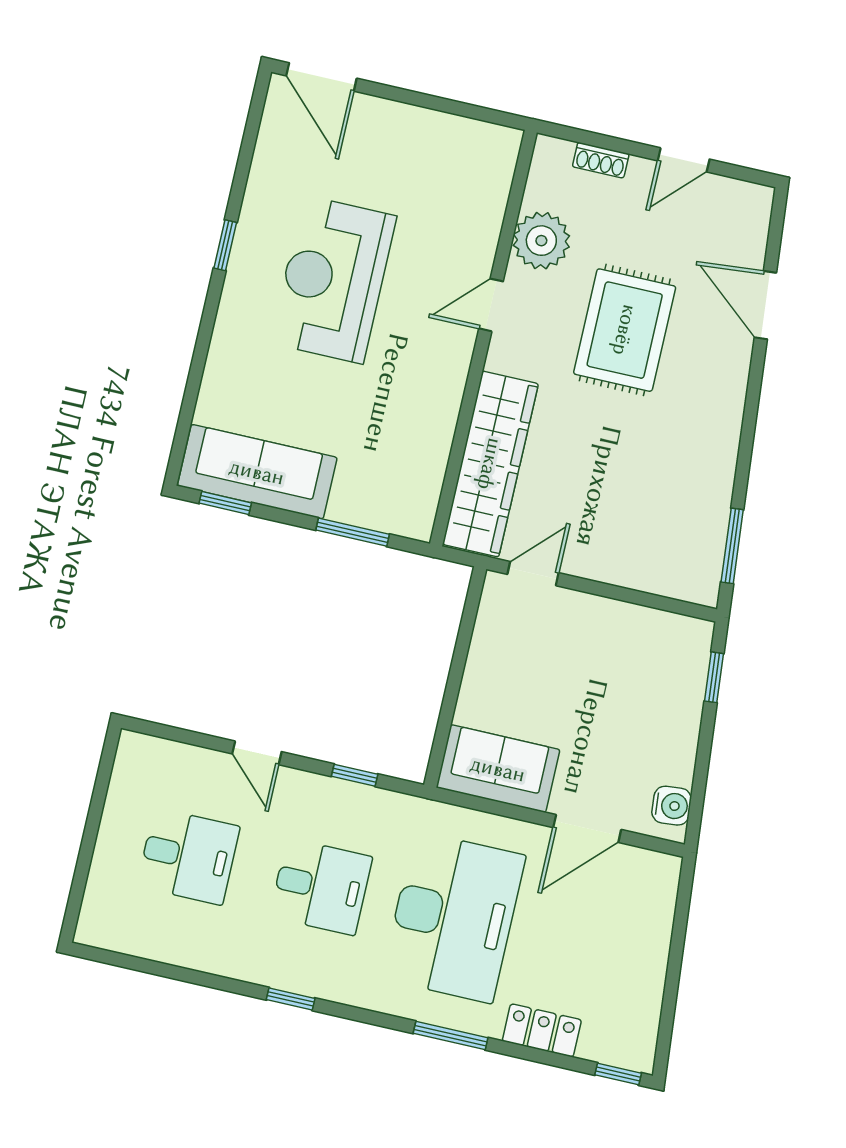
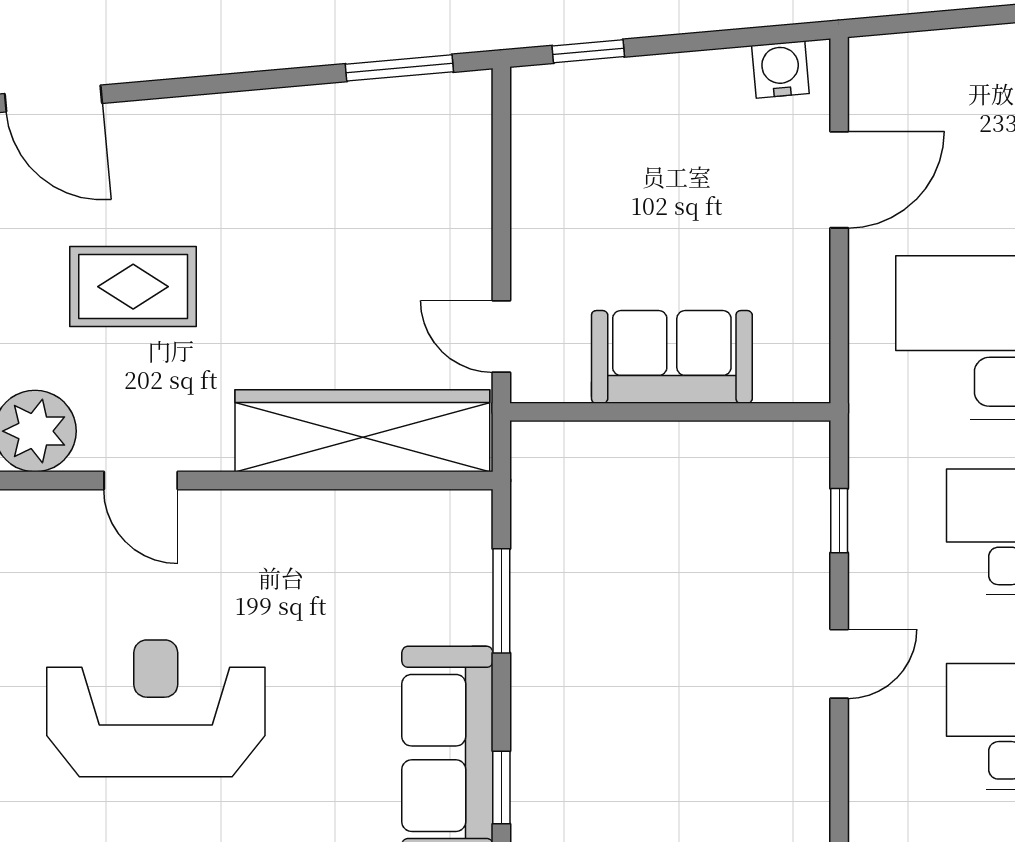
reception desk: (333, 280) -> (156, 708), turned 180
door: (765, 305) -> (53, 99), hinge flipped
rug: (625, 330) -> (133, 287), width x0.73, depth x0.70
sofa: (498, 769) -> (672, 357), moved, turned 90
door: (587, 828) -> (839, 180), hinge flipped

